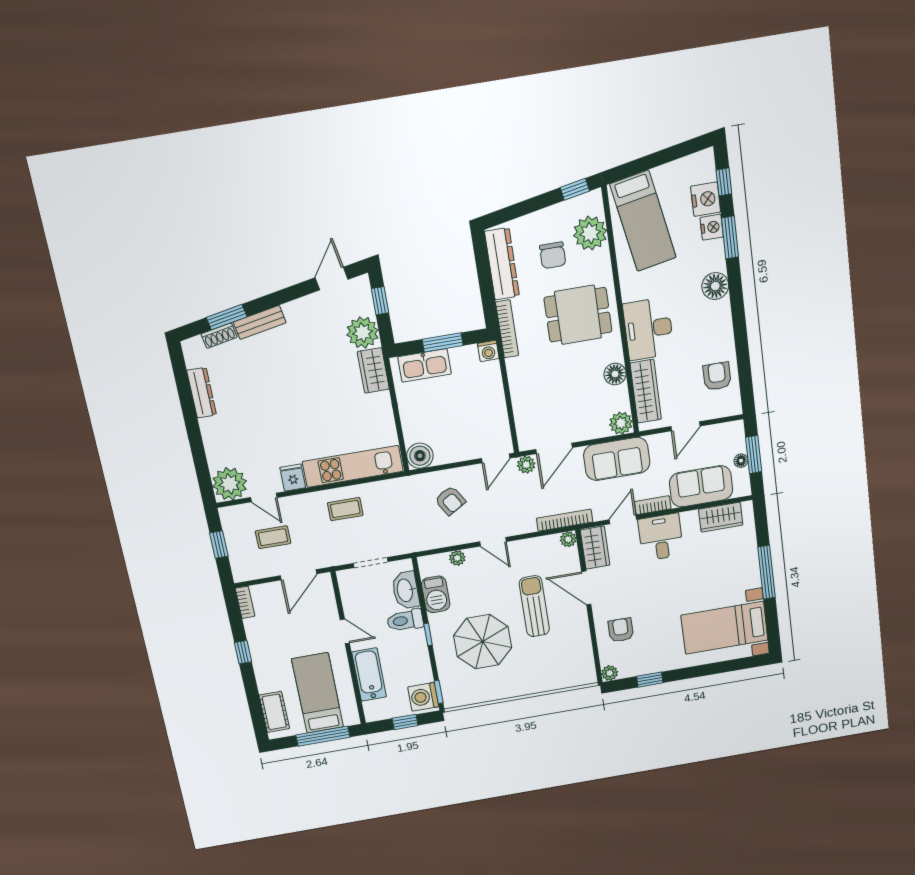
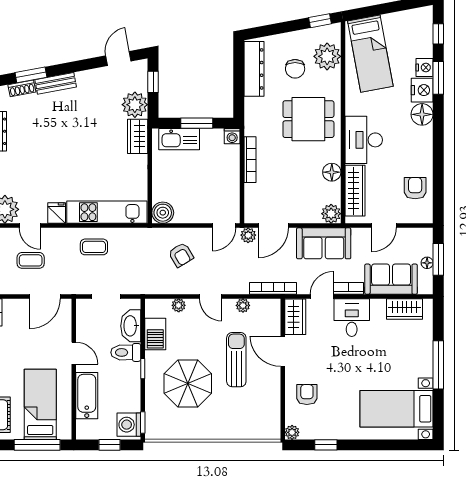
nightstand: (706, 199) -> (422, 90), moved
bookcase: (507, 329) -> (250, 160), moved
plant: (568, 539) -> (243, 305), moved

